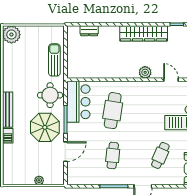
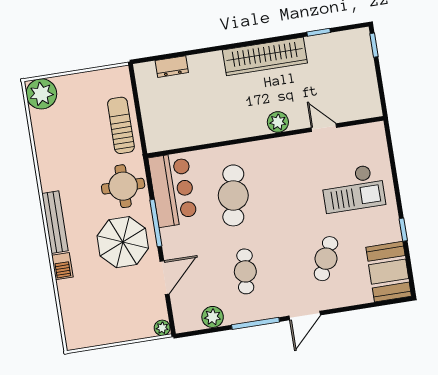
plant: (90, 179) -> (213, 317), added
plant: (39, 180) -> (162, 328), moved

